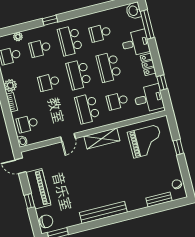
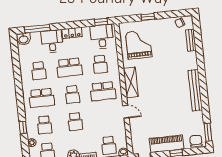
window: (50, 20) -> (23, 128), moved
school desk: (79, 75) -> (72, 95), width x0.54
window: (162, 83) -> (101, 22), moved

